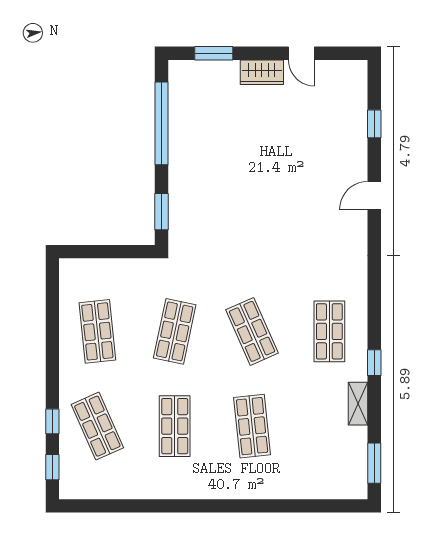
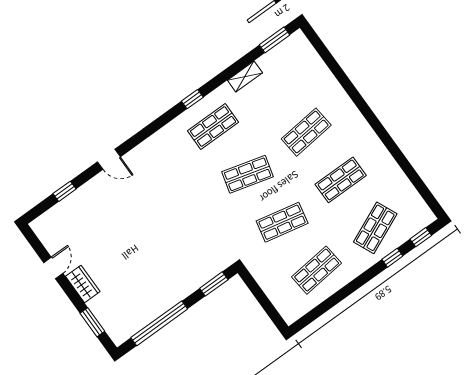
shop shelf: (252, 331) -> (248, 174), turned 39
window: (374, 363) -> (192, 99), moved

